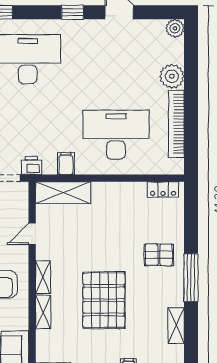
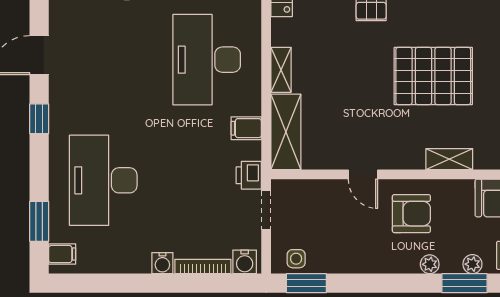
door: (32, 234) -> (363, 174), moved
shelving: (43, 277) -> (281, 70), moved, turned 90

